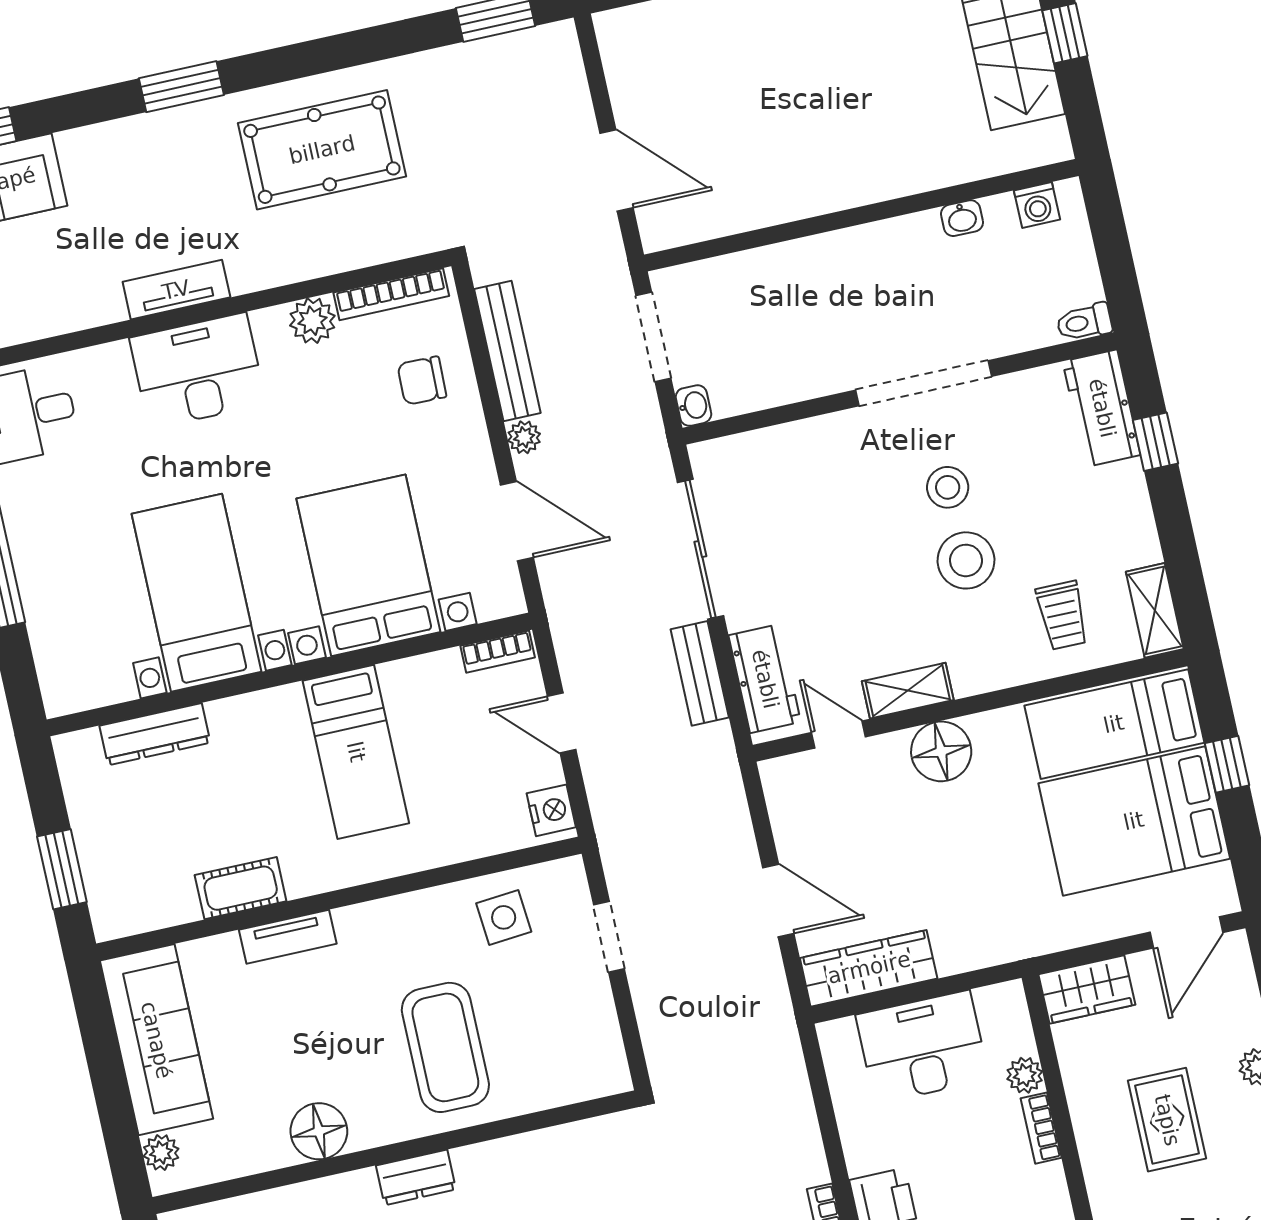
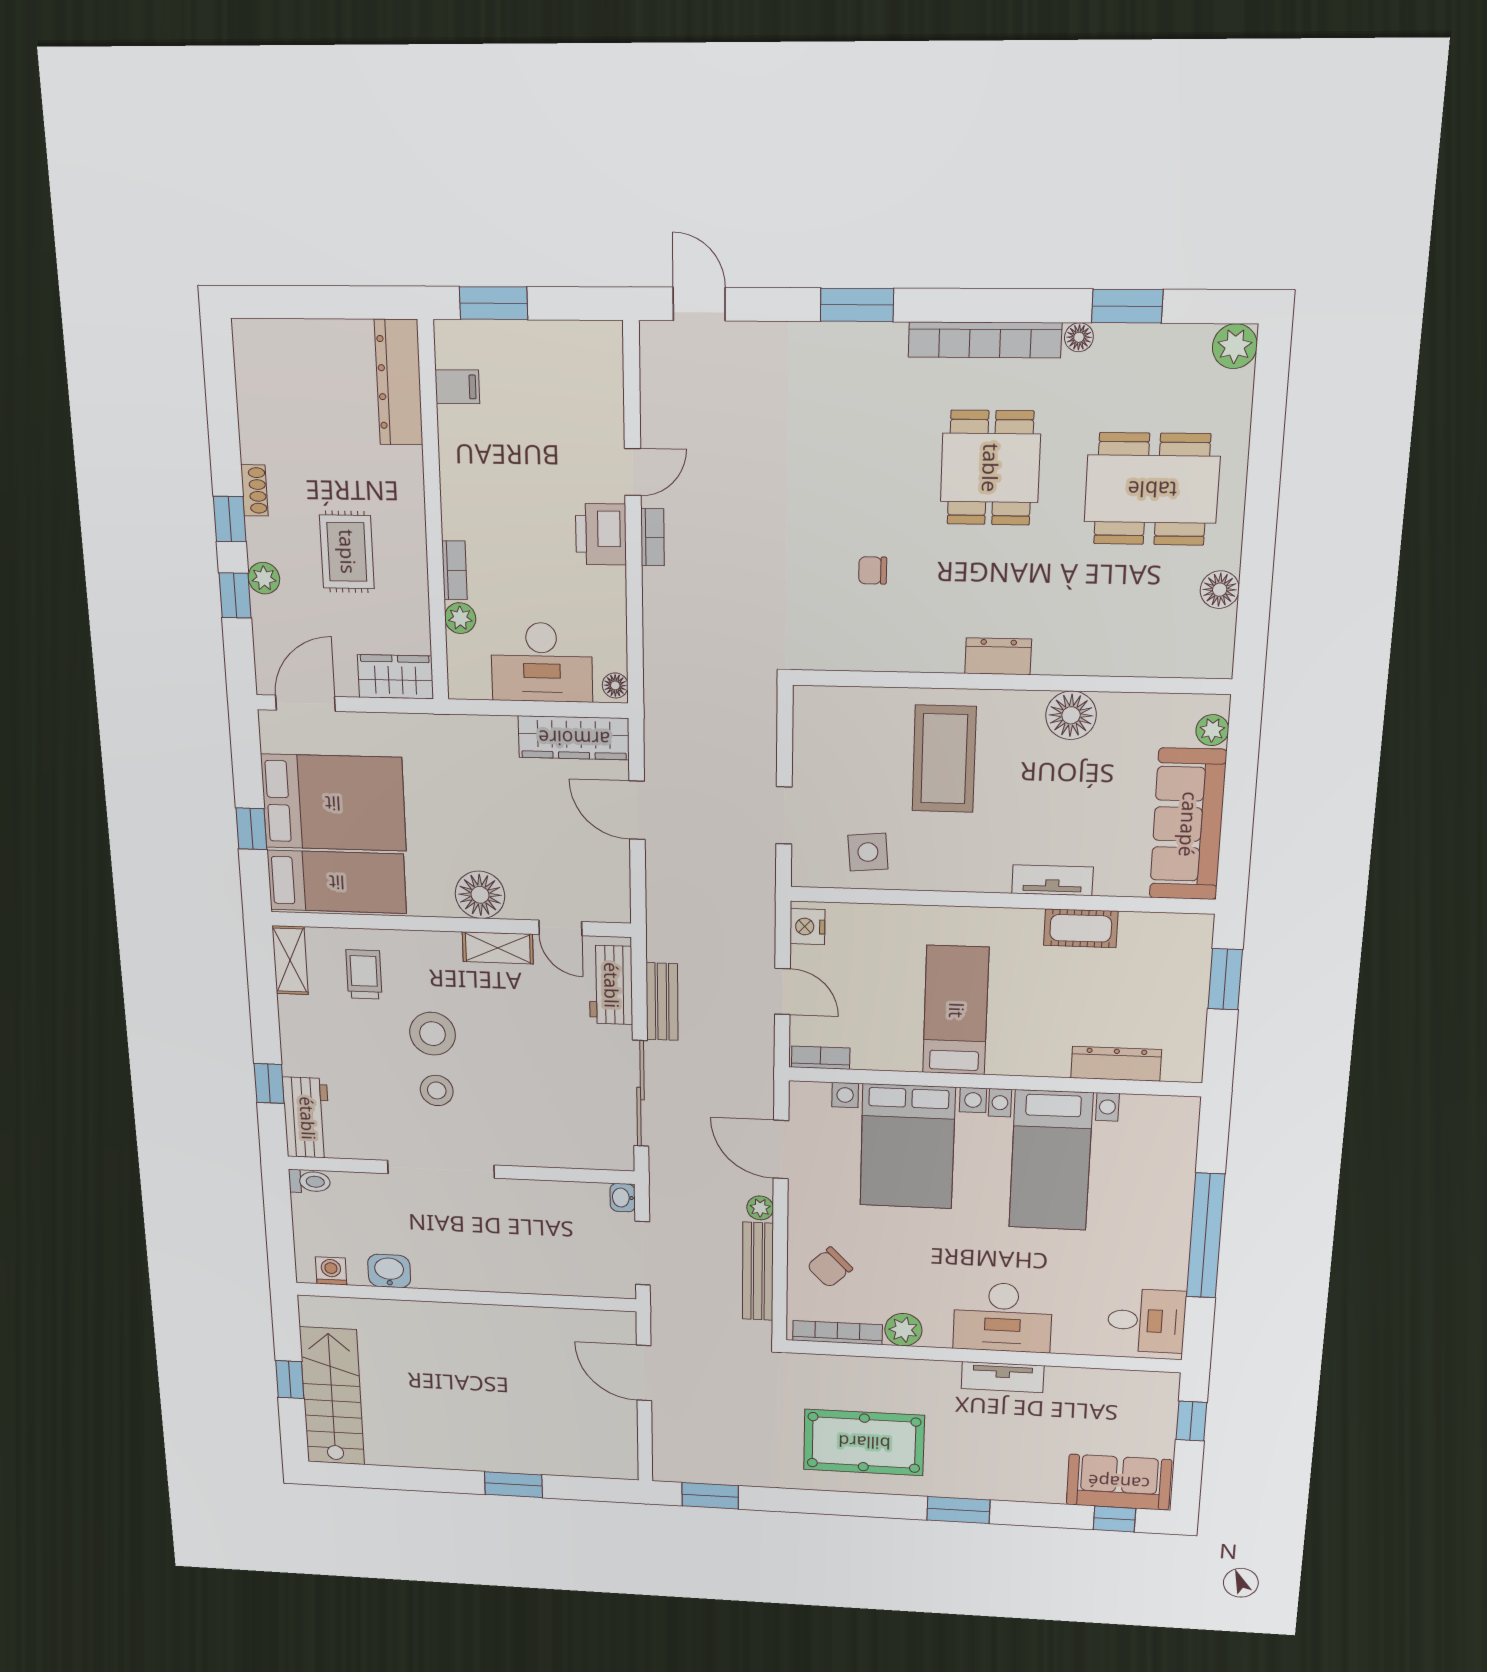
washbasin: (962, 218) -> (389, 1271), width x1.38, depth x1.45
chair: (422, 381) -> (830, 1267), turned 135
floor lamp: (834, 1041) -> (615, 685), added

